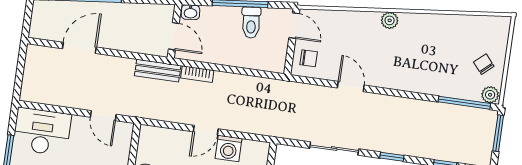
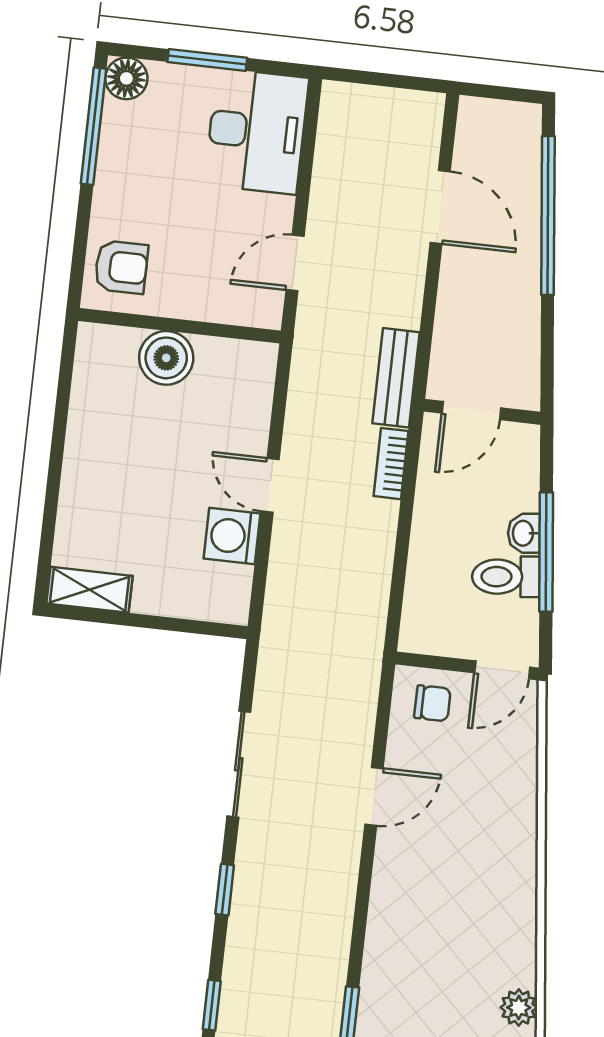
washbasin: (190, 12) -> (524, 533), moved
plant: (390, 20) -> (519, 1008), moved
chair: (309, 58) -> (432, 703), turned -90

